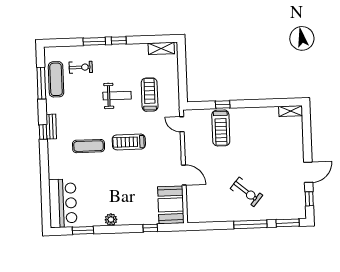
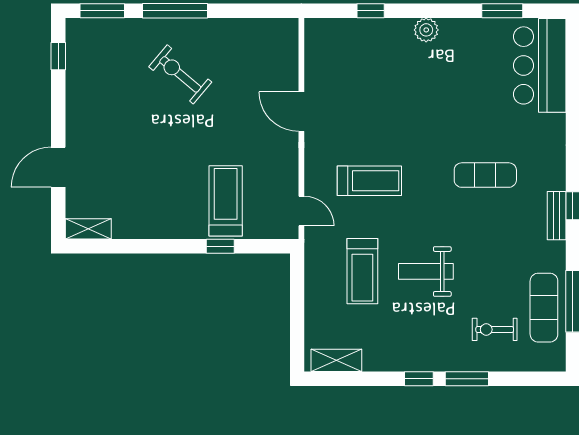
treadmill: (129, 142) -> (369, 181), moved
door: (308, 172) -> (58, 167), moved
booth: (171, 205) -> (329, 54), removed
plant: (111, 220) -> (426, 30), moved

